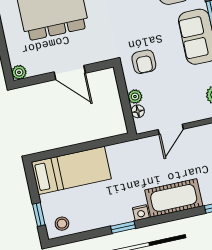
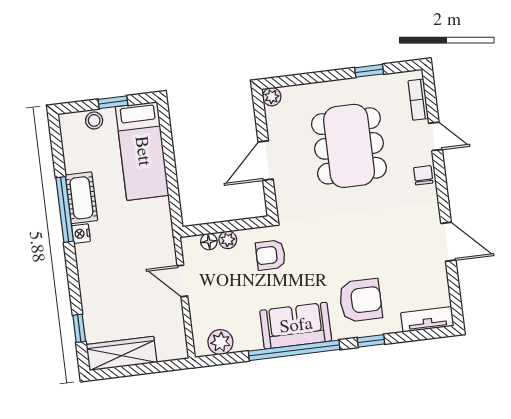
cot: (174, 198) -> (81, 198), moved, width x0.73, depth x0.75
window: (39, 214) -> (113, 102), moved
stool: (62, 224) -> (94, 120), moved
window: (123, 227) -> (65, 210), width x2.17

